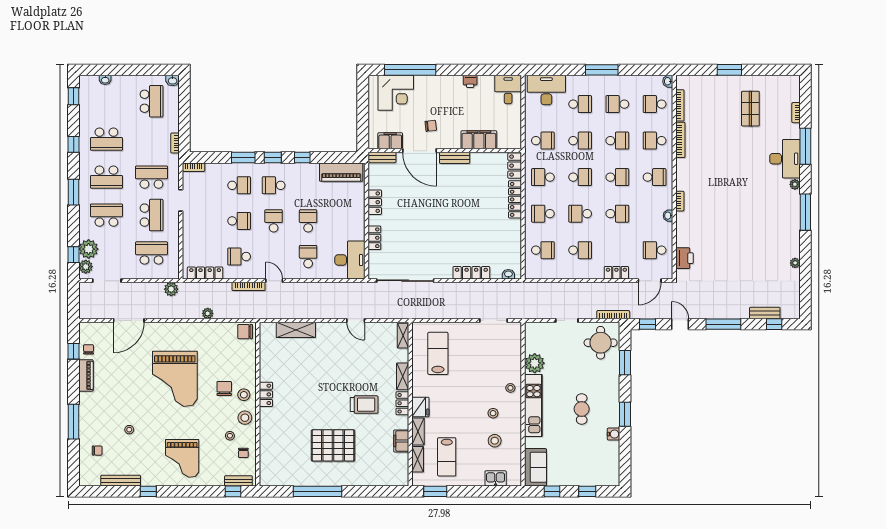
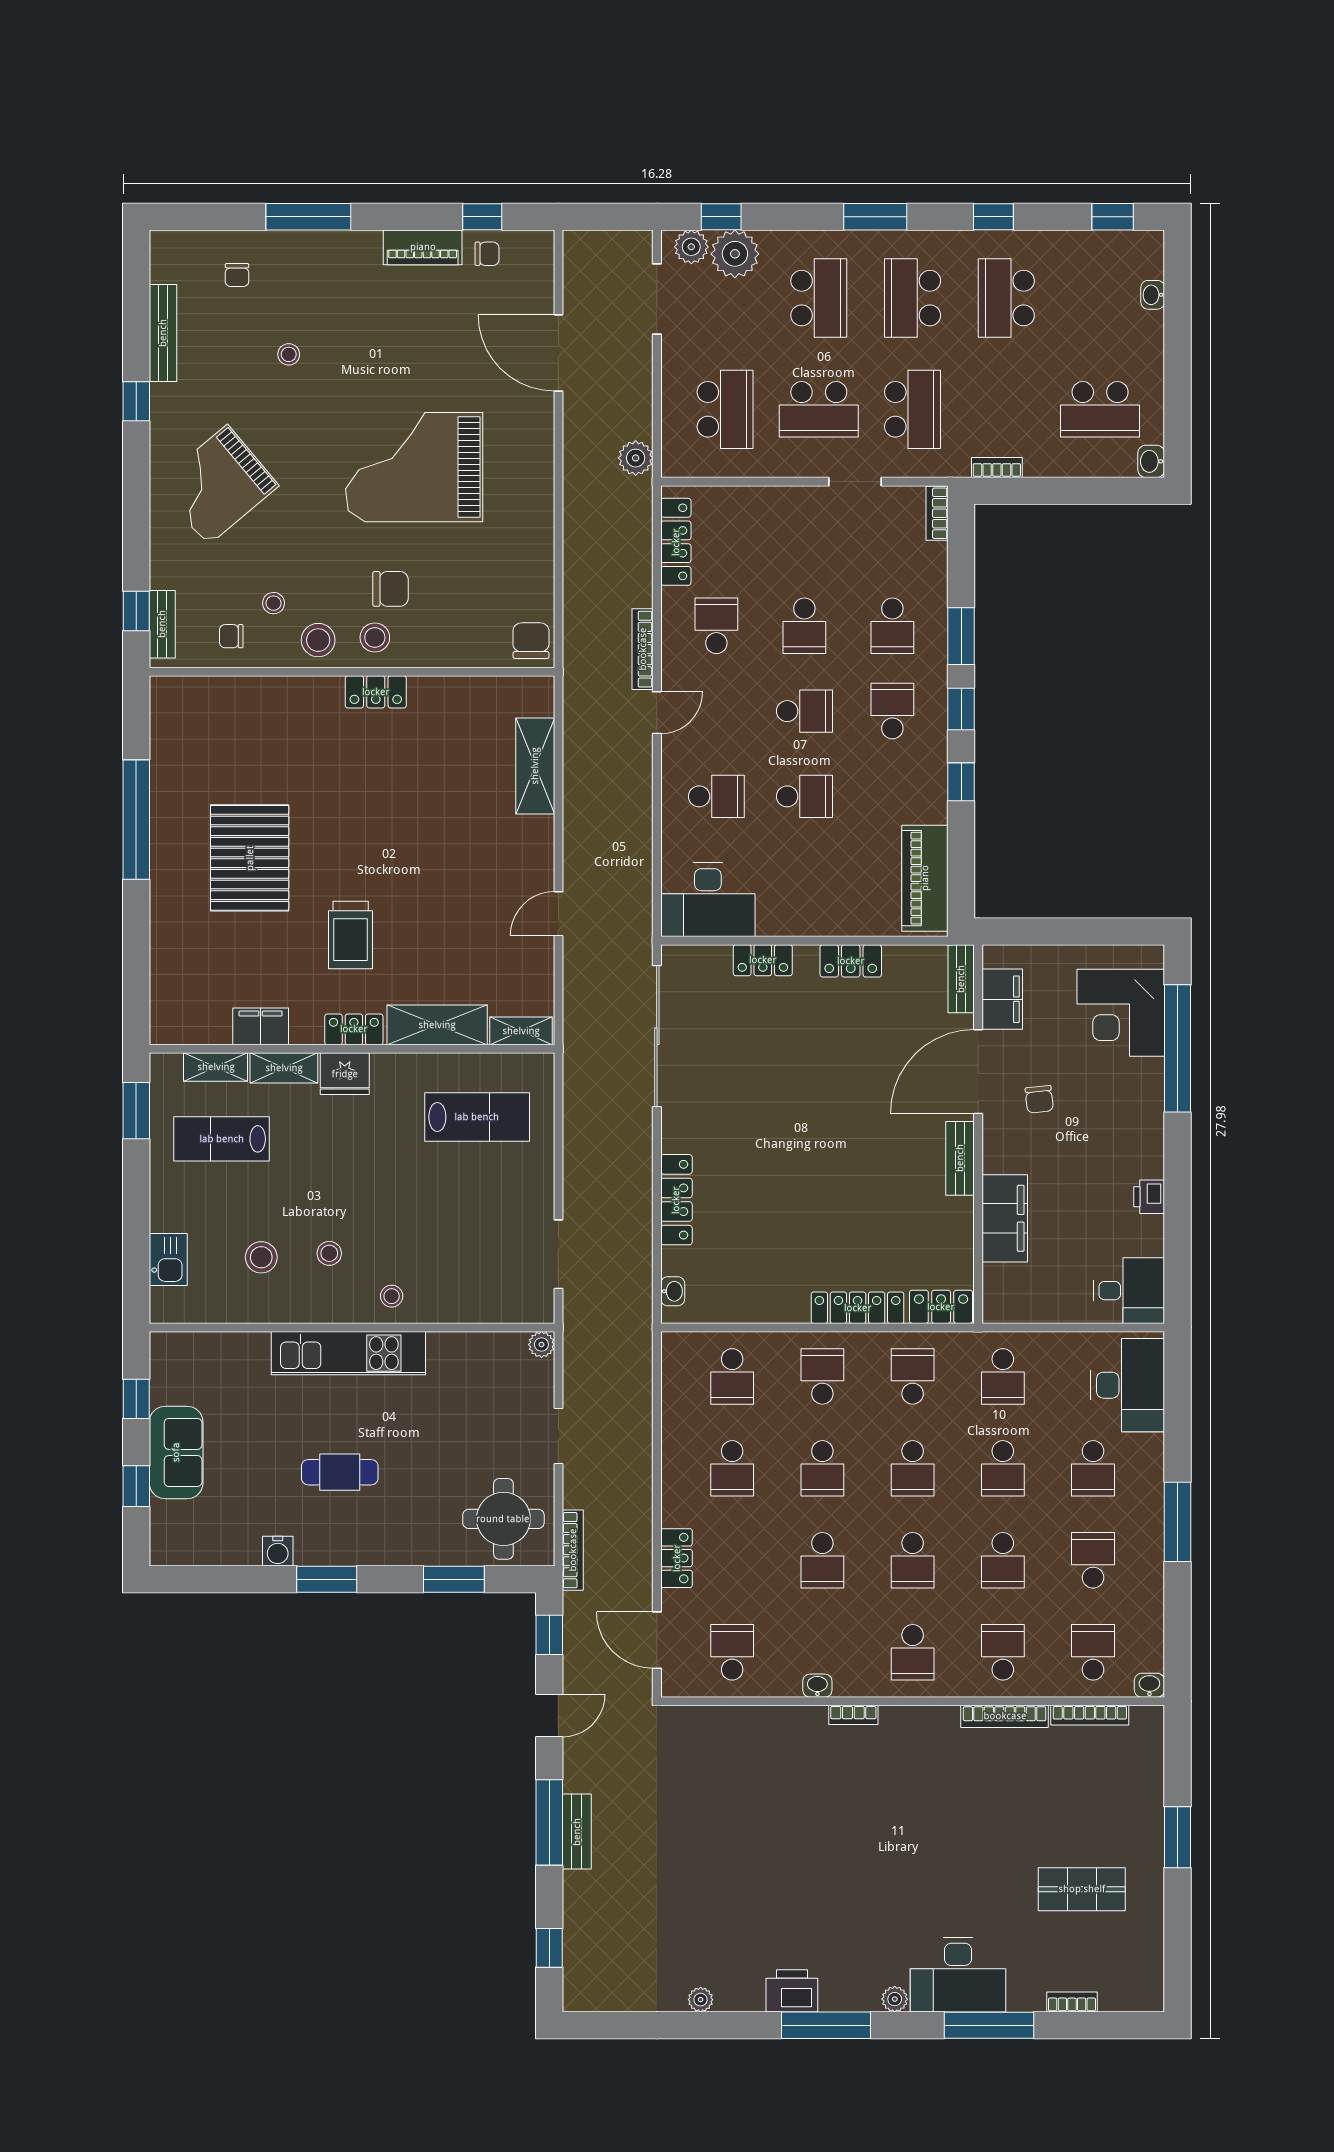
school desk: (580, 214) -> (822, 1468), turned 180
printer: (685, 258) -> (792, 1991), moved, turned 180
plant: (208, 313) -> (576, 548), removed
bench: (765, 313) -> (577, 1832), moved
plant: (535, 363) -> (541, 1345), moved, width x0.53, depth x0.53
shelving: (403, 376) -> (437, 1025), width x1.50, depth x1.33
grand piano: (182, 458) -> (218, 485), turned -40
sofa: (536, 467) -> (176, 1452), moved, turned -90

